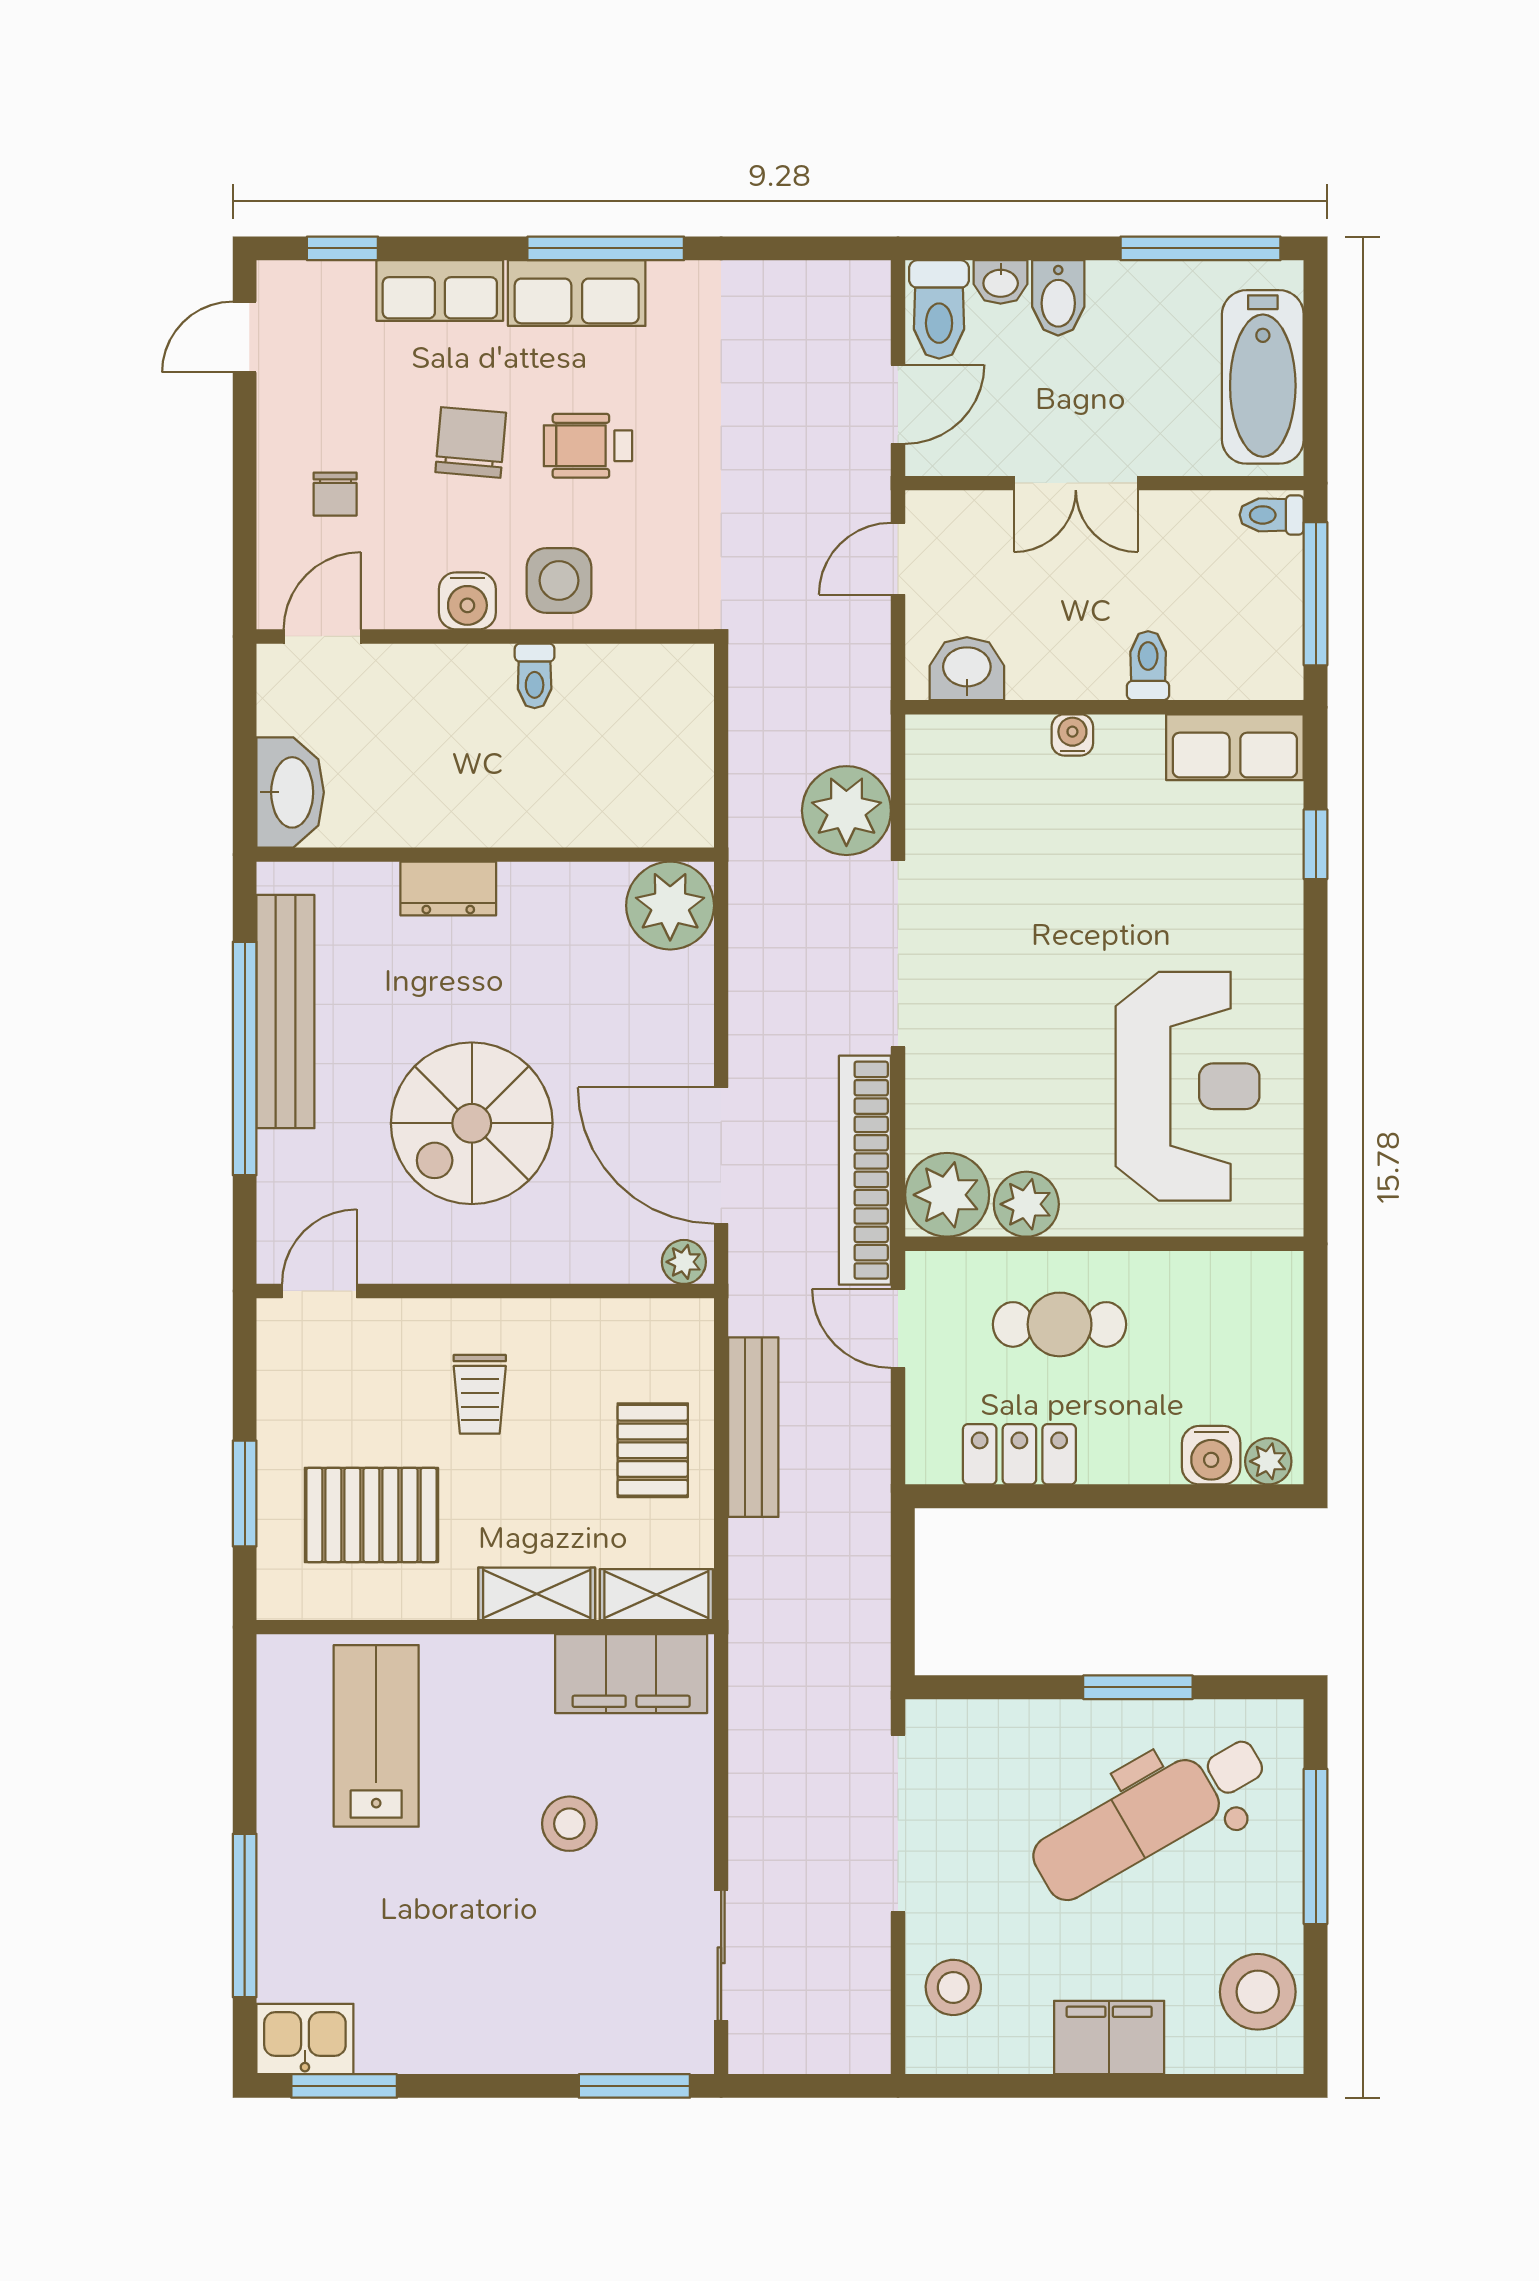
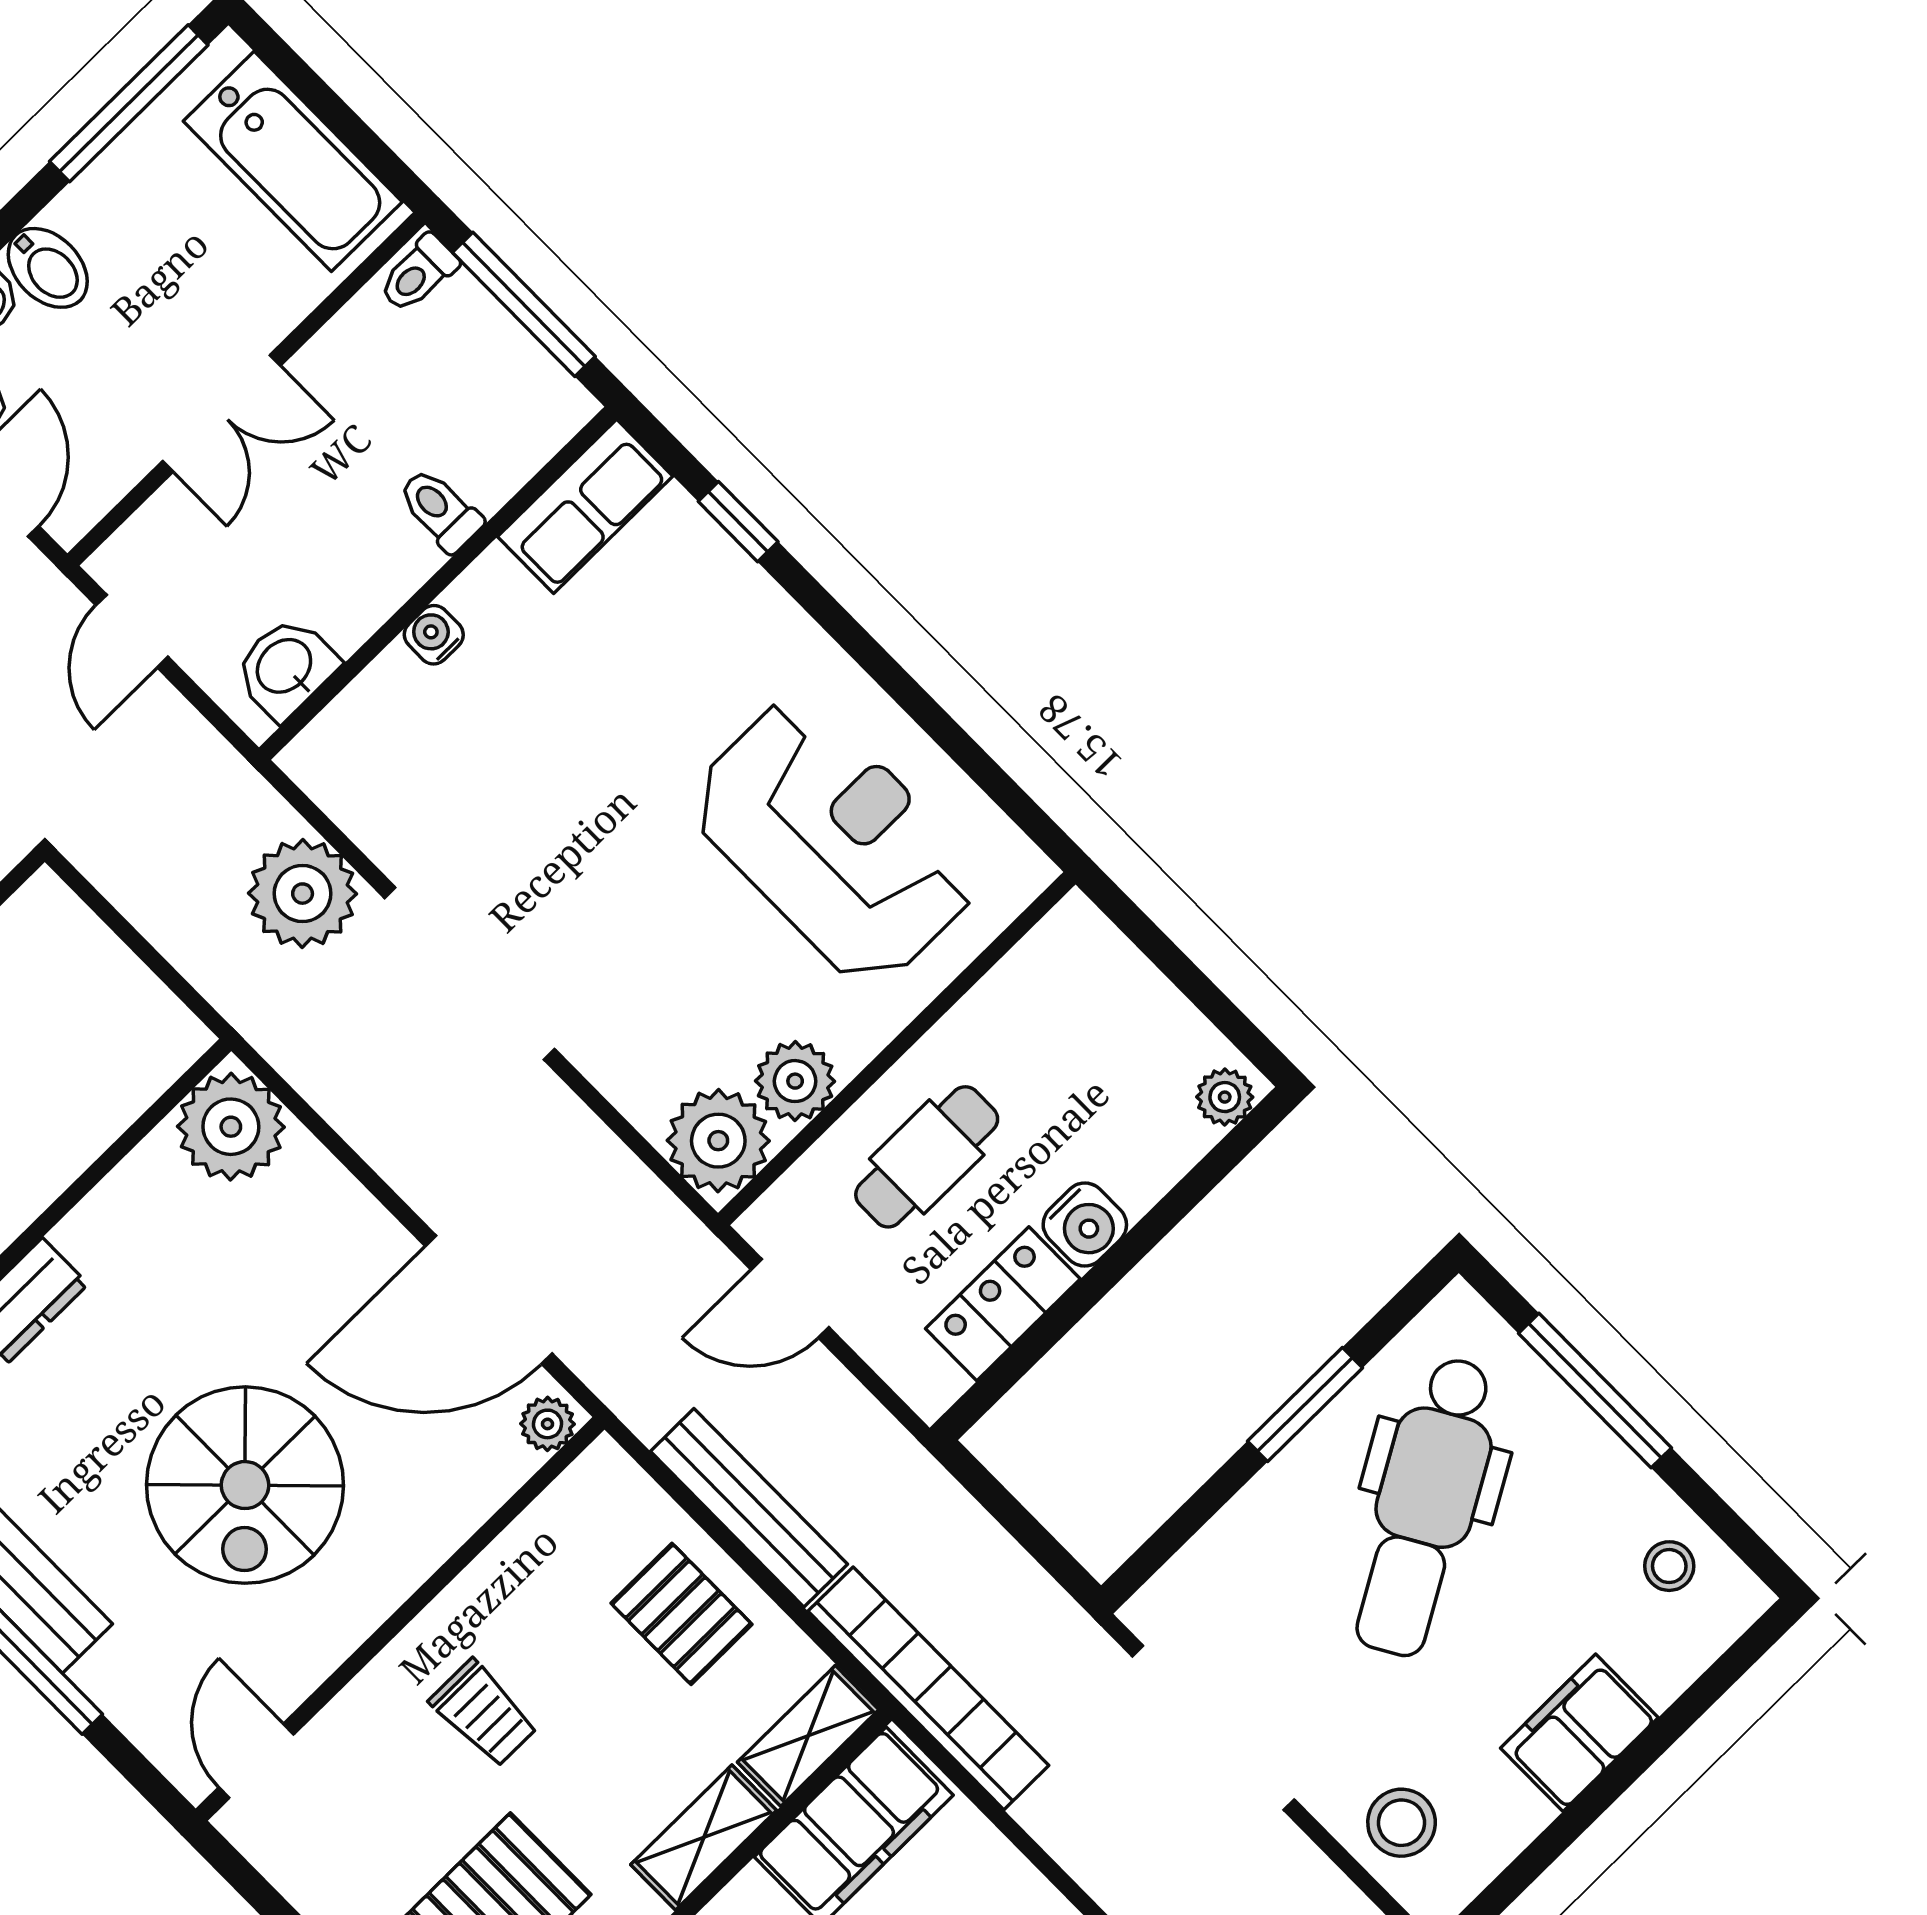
bookcase: (865, 1170) -> (928, 1688), moved, turned 180
water cooler: (1211, 1455) -> (1085, 1225), moved
stool: (1258, 1992) -> (1669, 1566), width x0.53, depth x0.53

